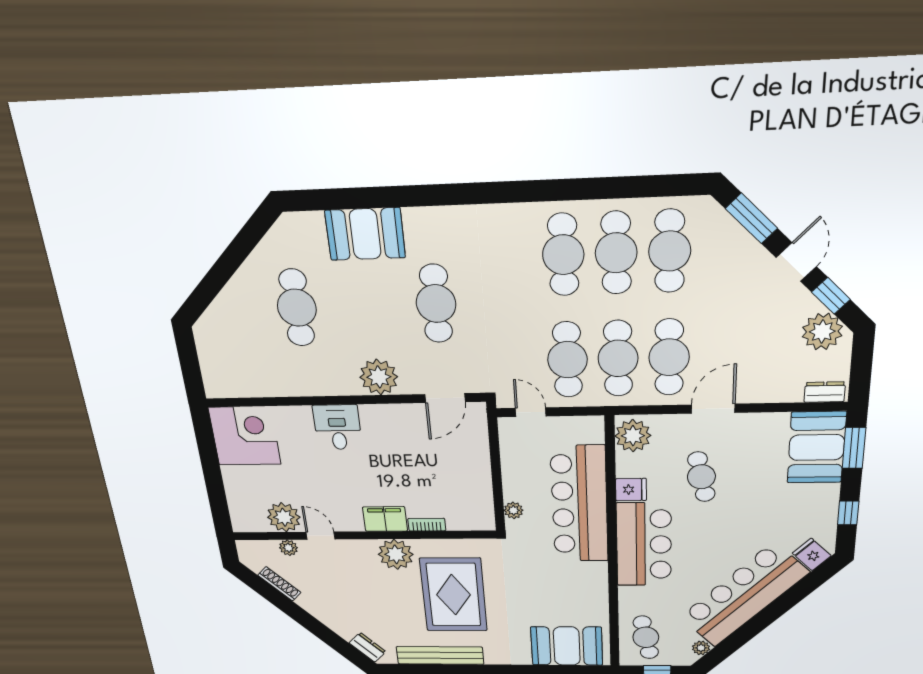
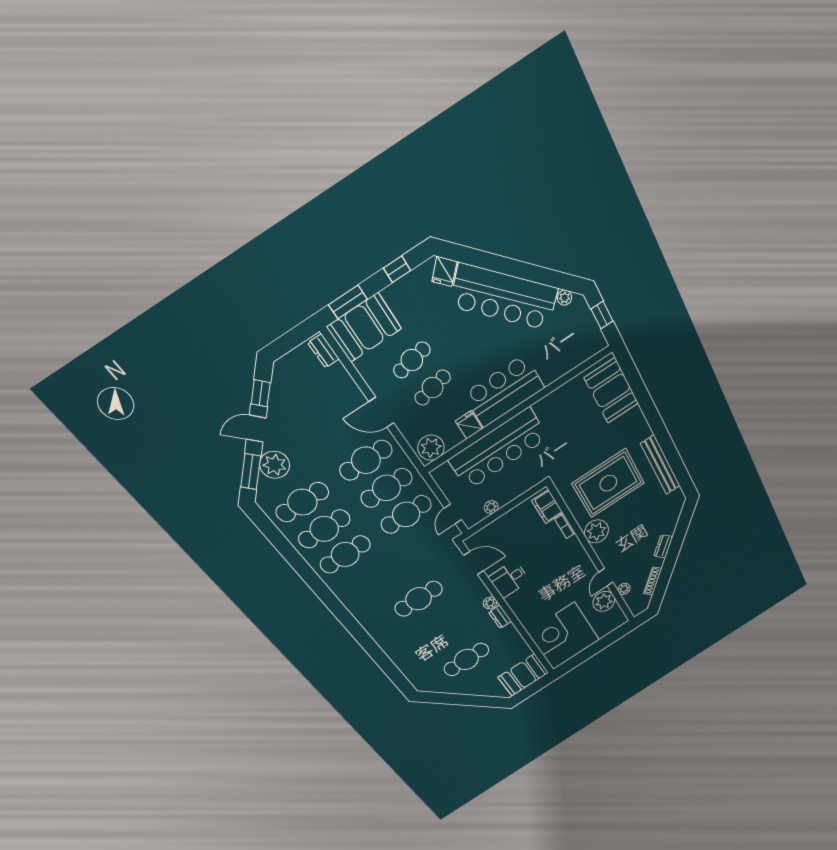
booth: (365, 234) -> (523, 675), moved, turned 90
plant: (822, 332) -> (275, 465), moved
plant: (379, 377) -> (490, 603), width x0.53, depth x0.53
dresser: (341, 386) -> (500, 617), added
desk: (338, 427) -> (509, 579), moved
corner desk: (245, 436) -> (564, 636), width x1.36, depth x1.36
plant: (513, 510) -> (491, 507), moved
filing cabinet: (385, 519) -> (547, 507), moved
cafe table: (646, 637) -> (412, 360), moved
dresser: (367, 647) -> (663, 546), moved

